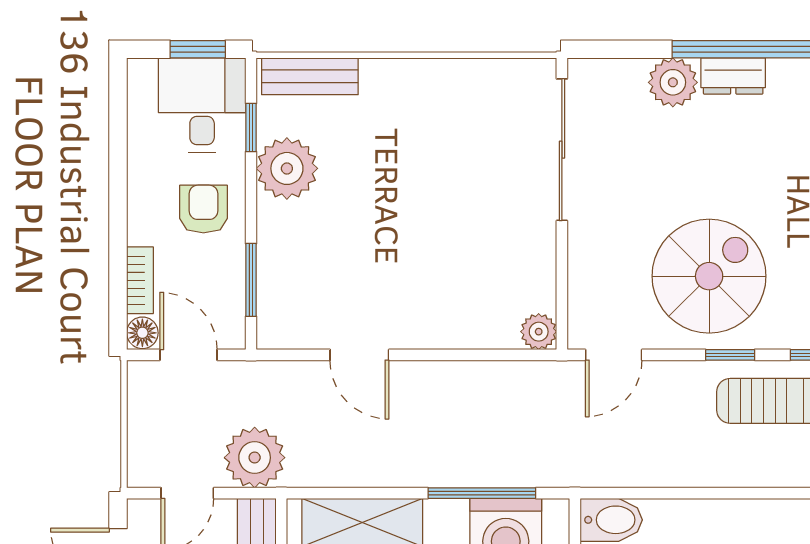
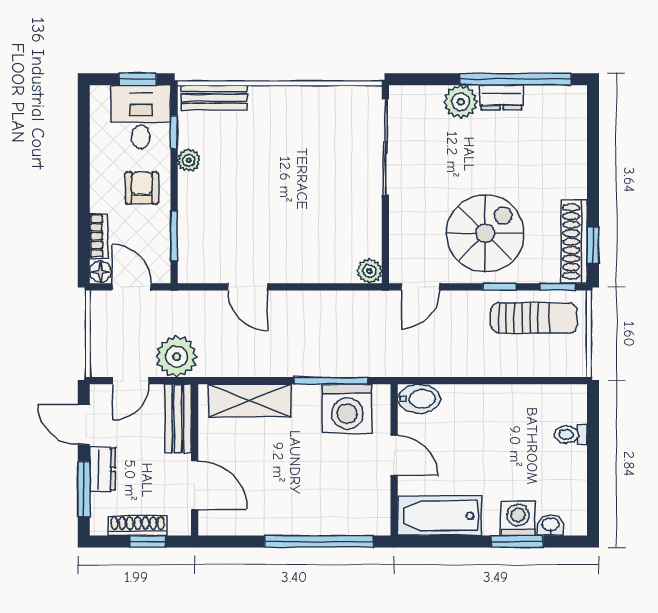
plant: (287, 168) -> (189, 160), width x0.53, depth x0.53

